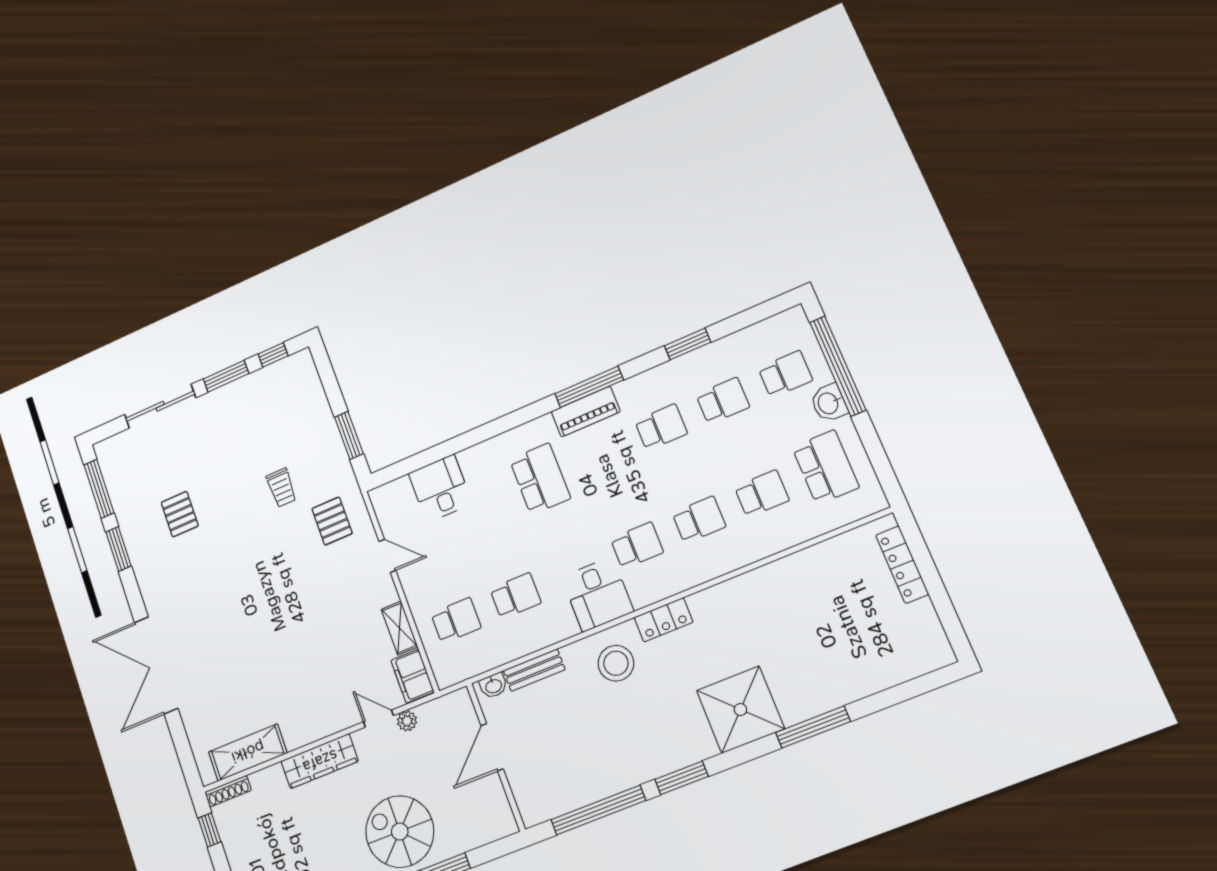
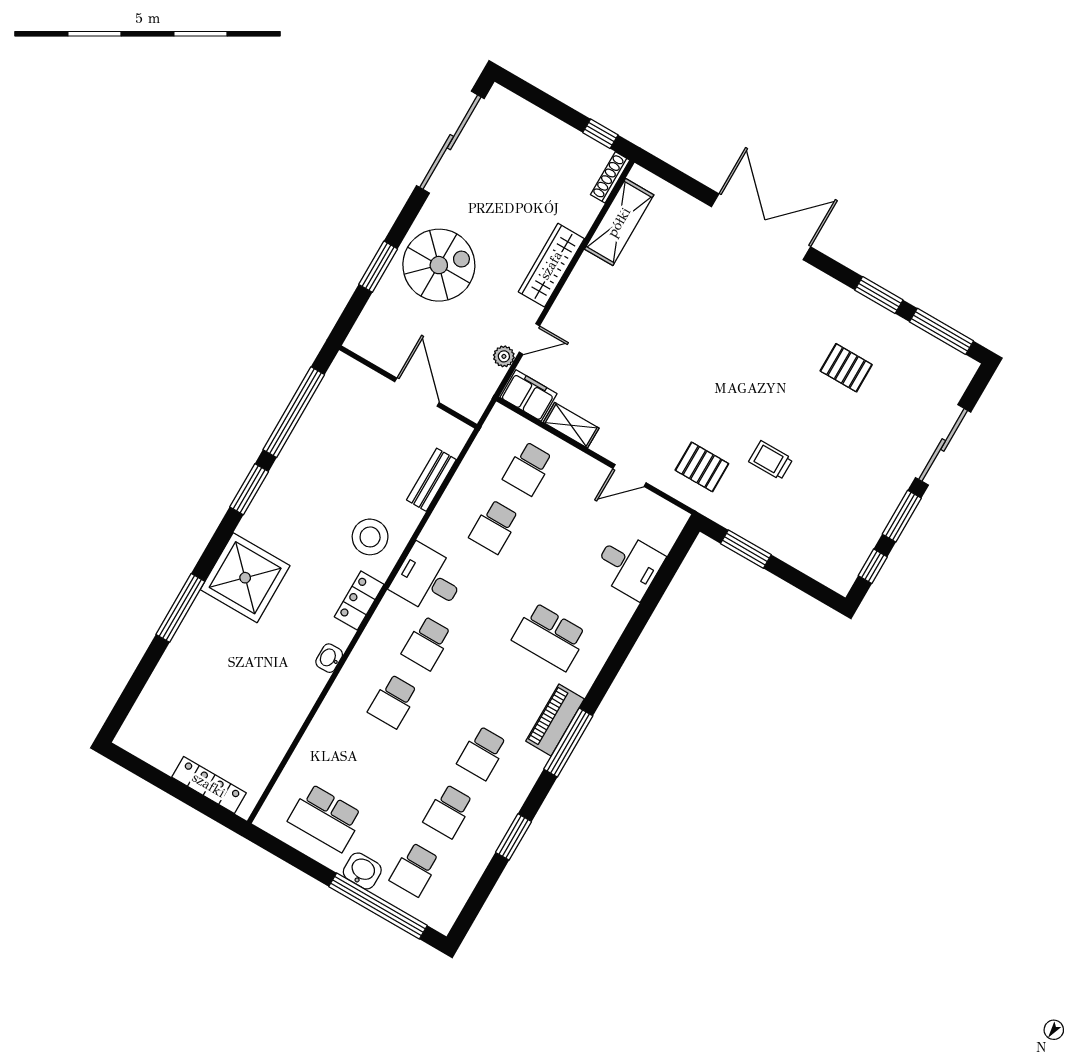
school desk: (762, 494) -> (359, 760), removed
washbasin: (493, 686) -> (329, 658), moved

